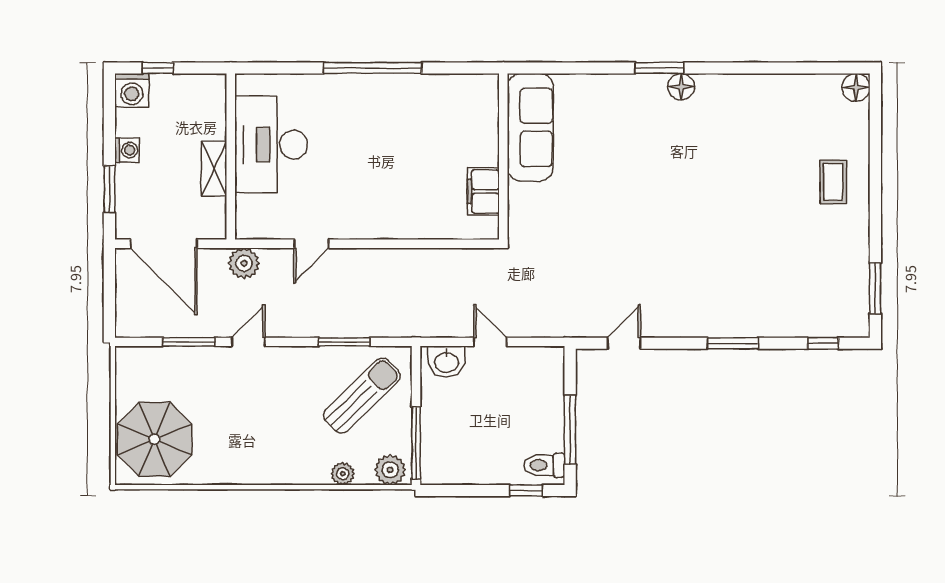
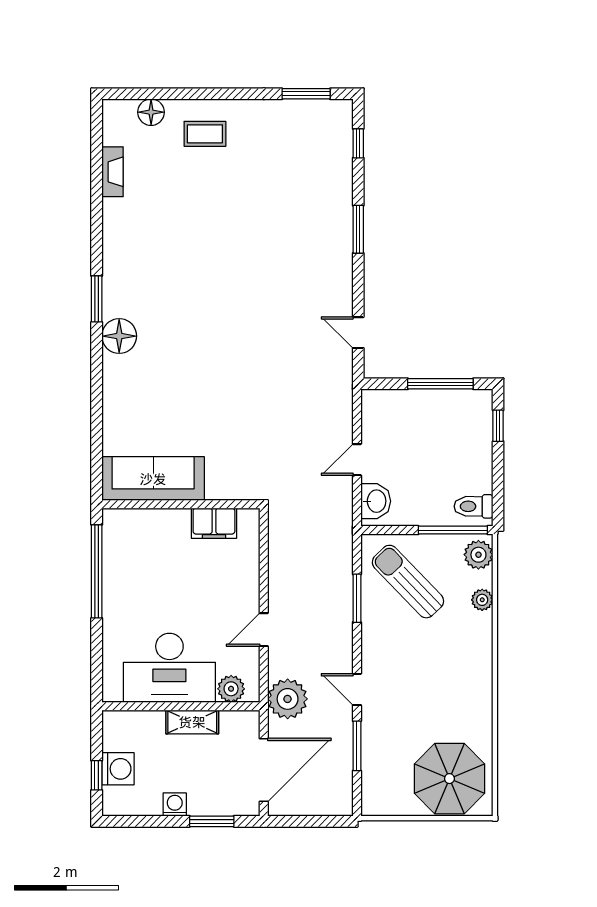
fireplace: (793, 85) -> (112, 172), added
floor lamp: (681, 87) -> (119, 336), moved, width x1.38, depth x1.38
floor lamp: (856, 87) -> (151, 112), moved
washing machine: (132, 90) -> (118, 769), moved
sofa: (530, 127) -> (153, 479), moved
wall: (503, 157) -> (181, 504), moved
filing cabinet: (483, 191) -> (214, 523), moved
plant: (249, 209) -> (231, 689), added
door: (311, 244) -> (264, 630), swing flipped
plant: (244, 263) -> (288, 699), width x1.36, depth x1.36
toilet: (544, 465) -> (474, 506), moved, turned 90

